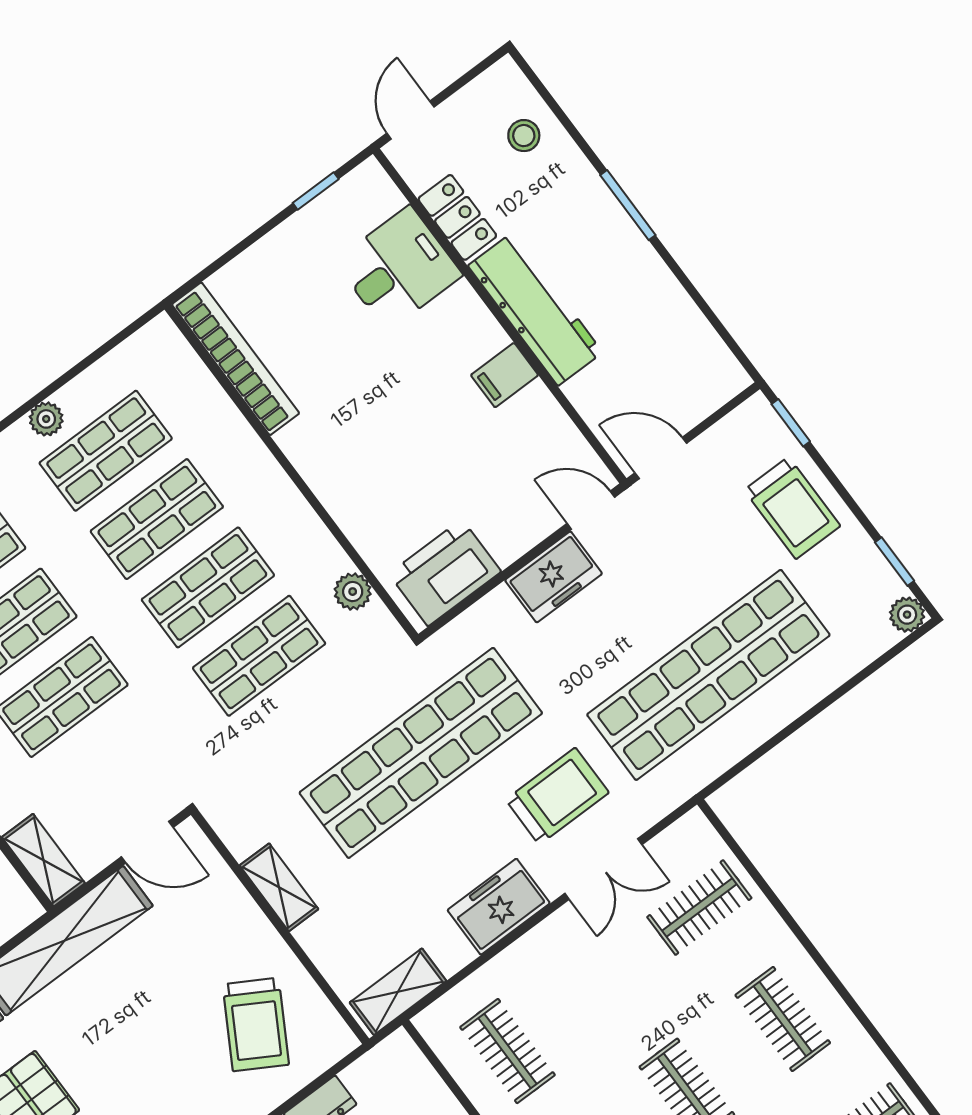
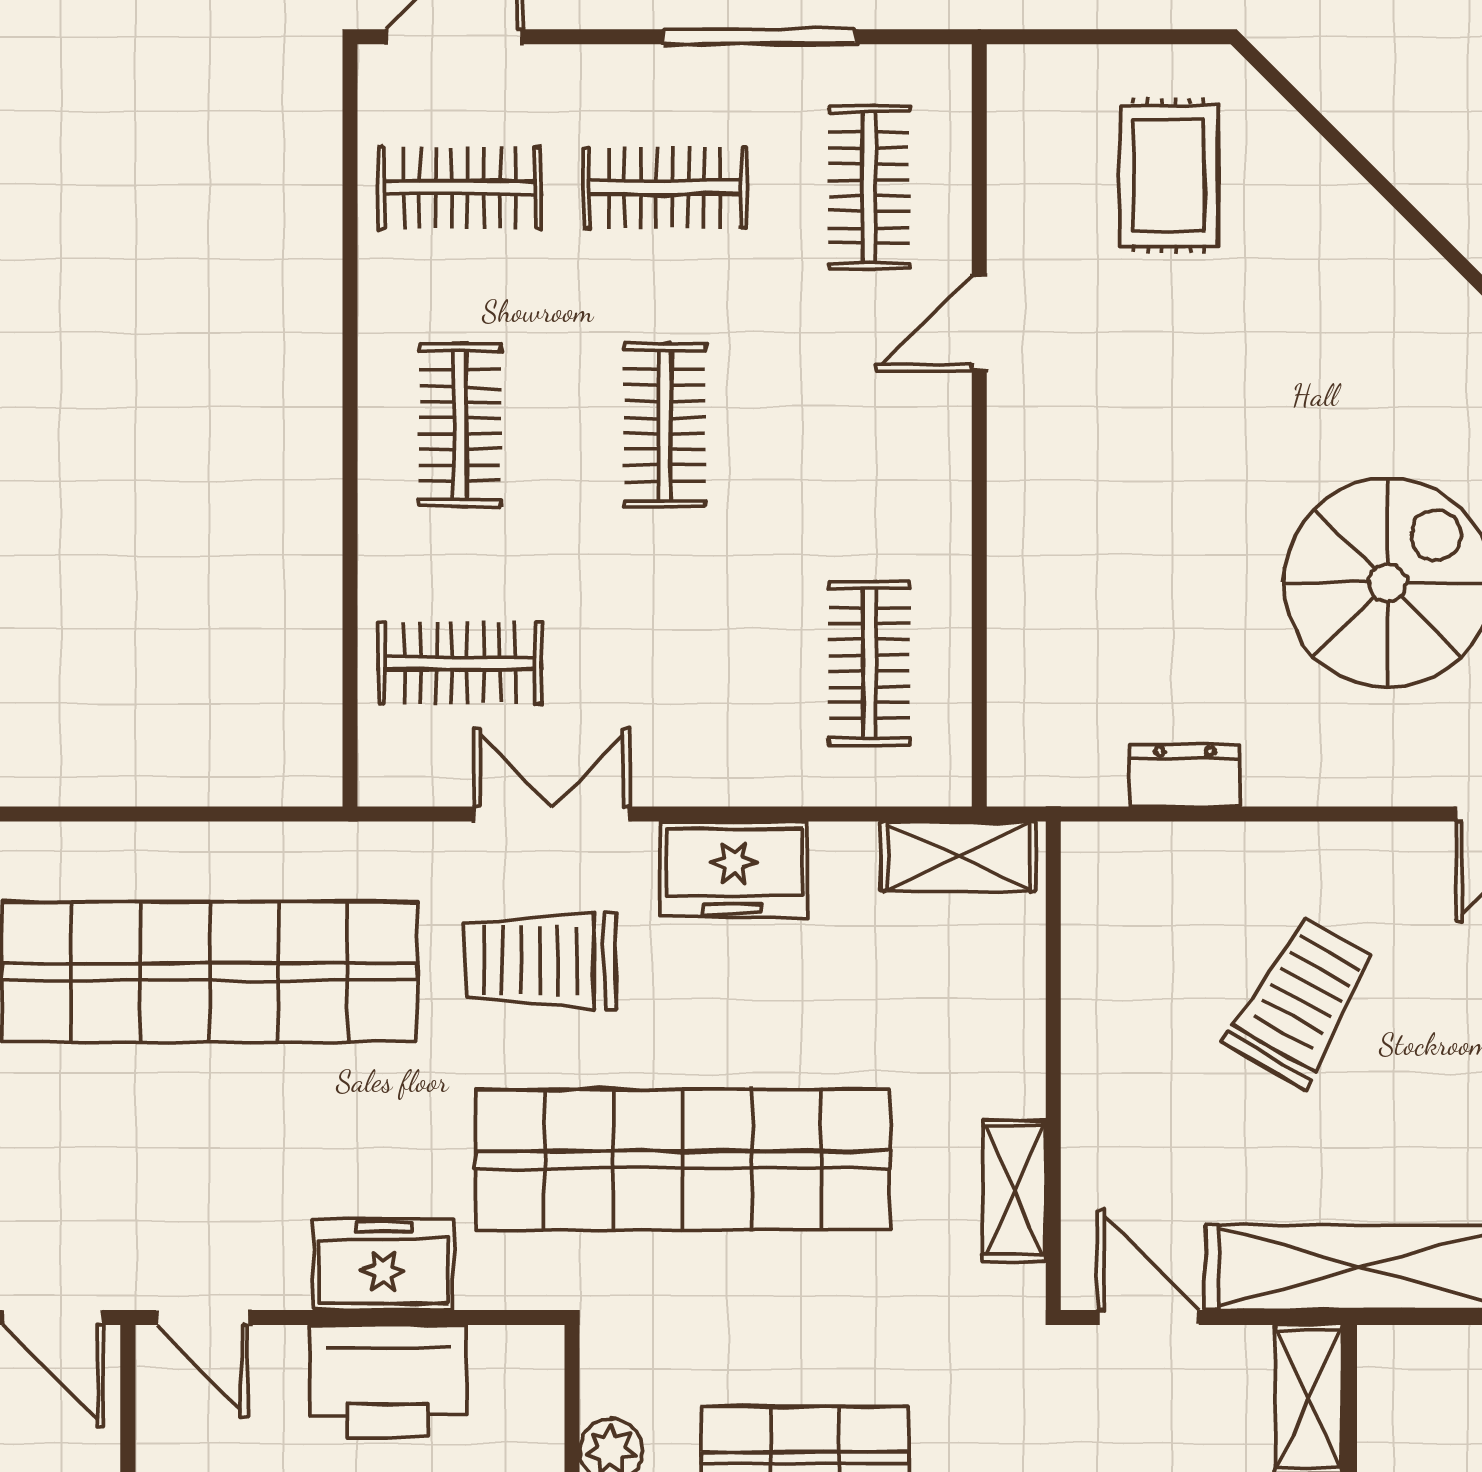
printer: (445, 573) -> (388, 1381), moved
freezer: (554, 577) -> (383, 1264), moved
shelving: (279, 887) -> (1014, 1191), moved
trolley: (256, 1025) -> (1301, 1002), moved

